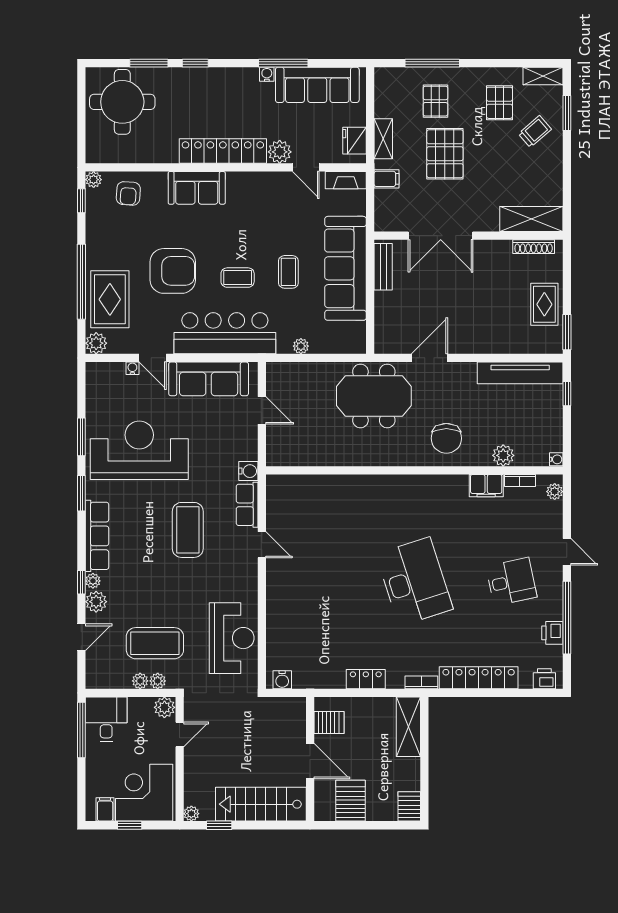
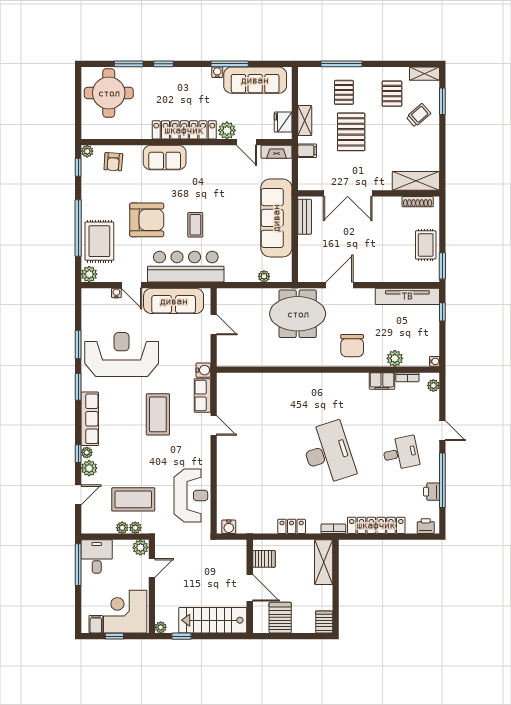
coffee table: (288, 272) -> (233, 221), removed
coffee table: (238, 278) -> (195, 225), turned 90
plant: (301, 346) -> (264, 276), moved

